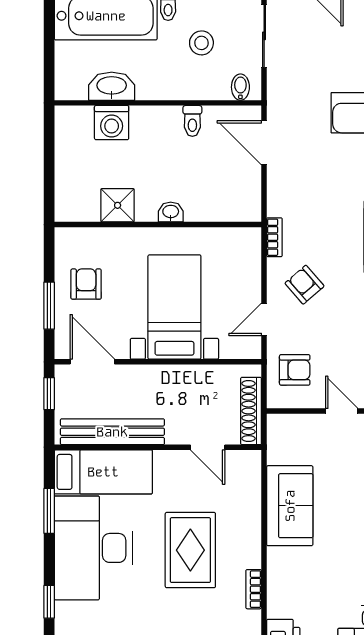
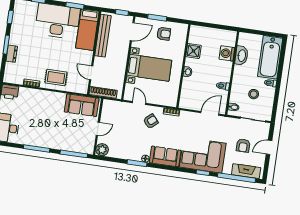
armchair: (295, 370) -> (243, 146), moved
door: (208, 447) -> (91, 73), hinge flipped
sofa: (290, 506) -> (82, 105), moved
rug: (190, 550) -> (56, 78), moved, width x0.73, depth x0.70

